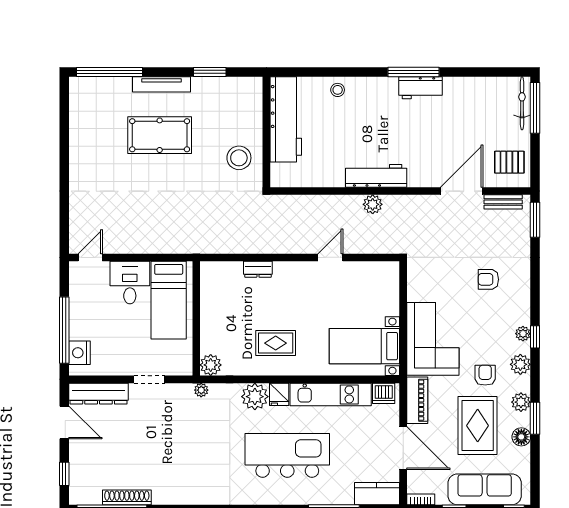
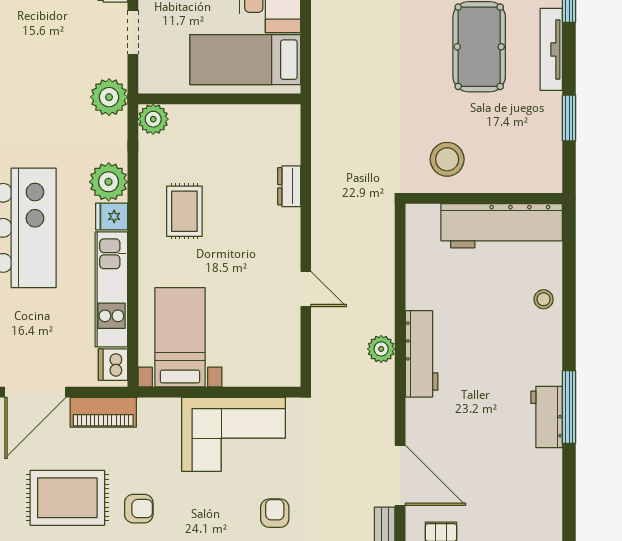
corner sofa: (433, 339) -> (234, 434), moved
plant: (201, 390) -> (109, 97), width x1.87, depth x1.87

